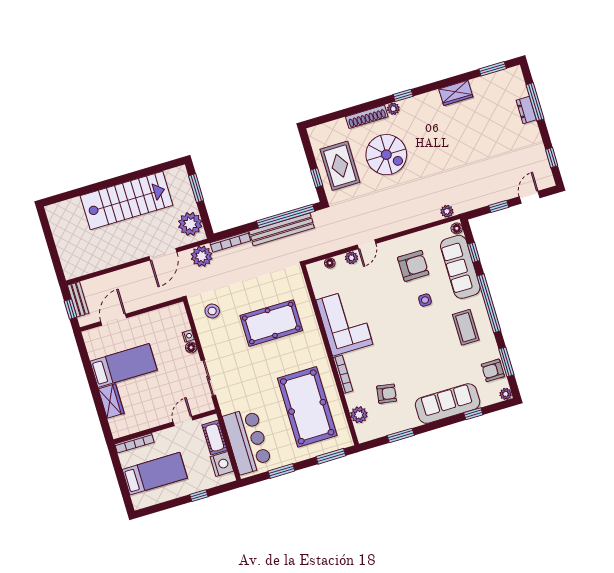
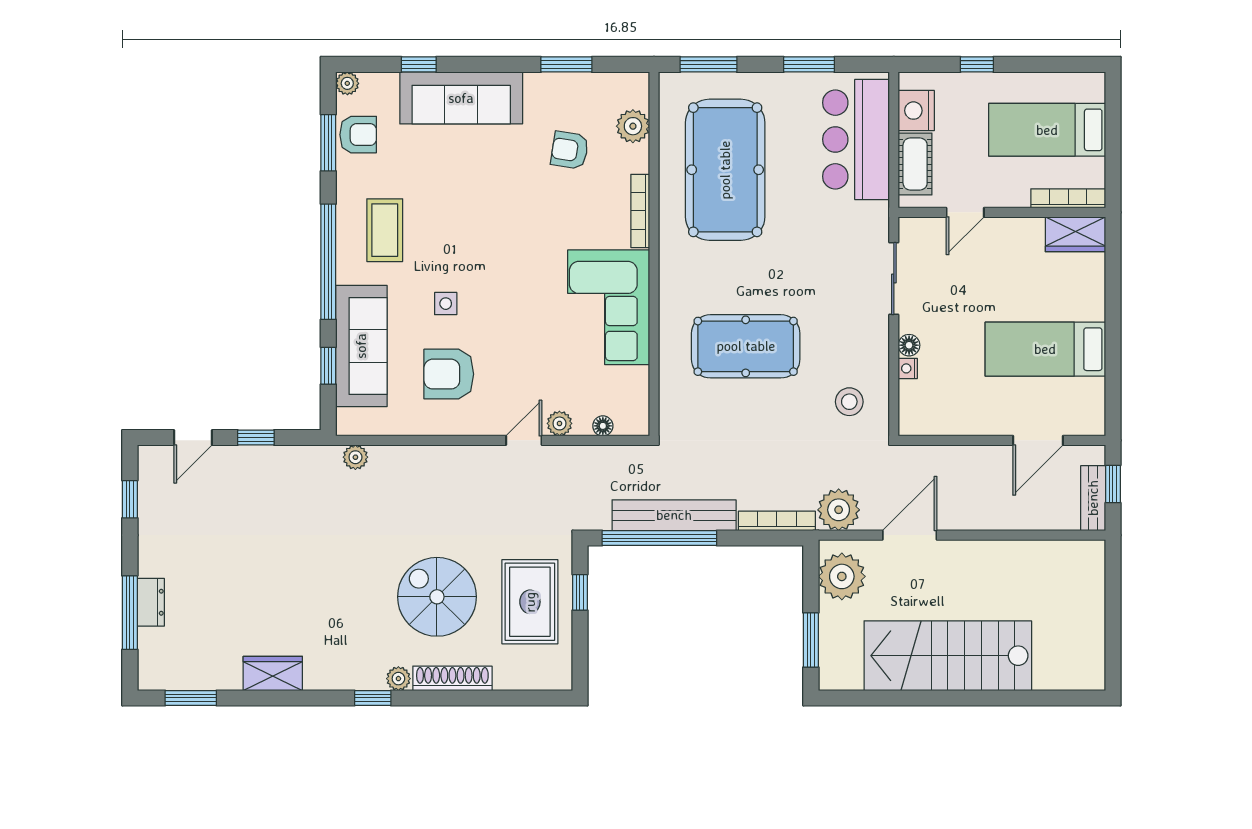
floor lamp: (457, 228) -> (347, 420), removed
wardrobe: (111, 401) -> (1075, 234), moved, turned -90

